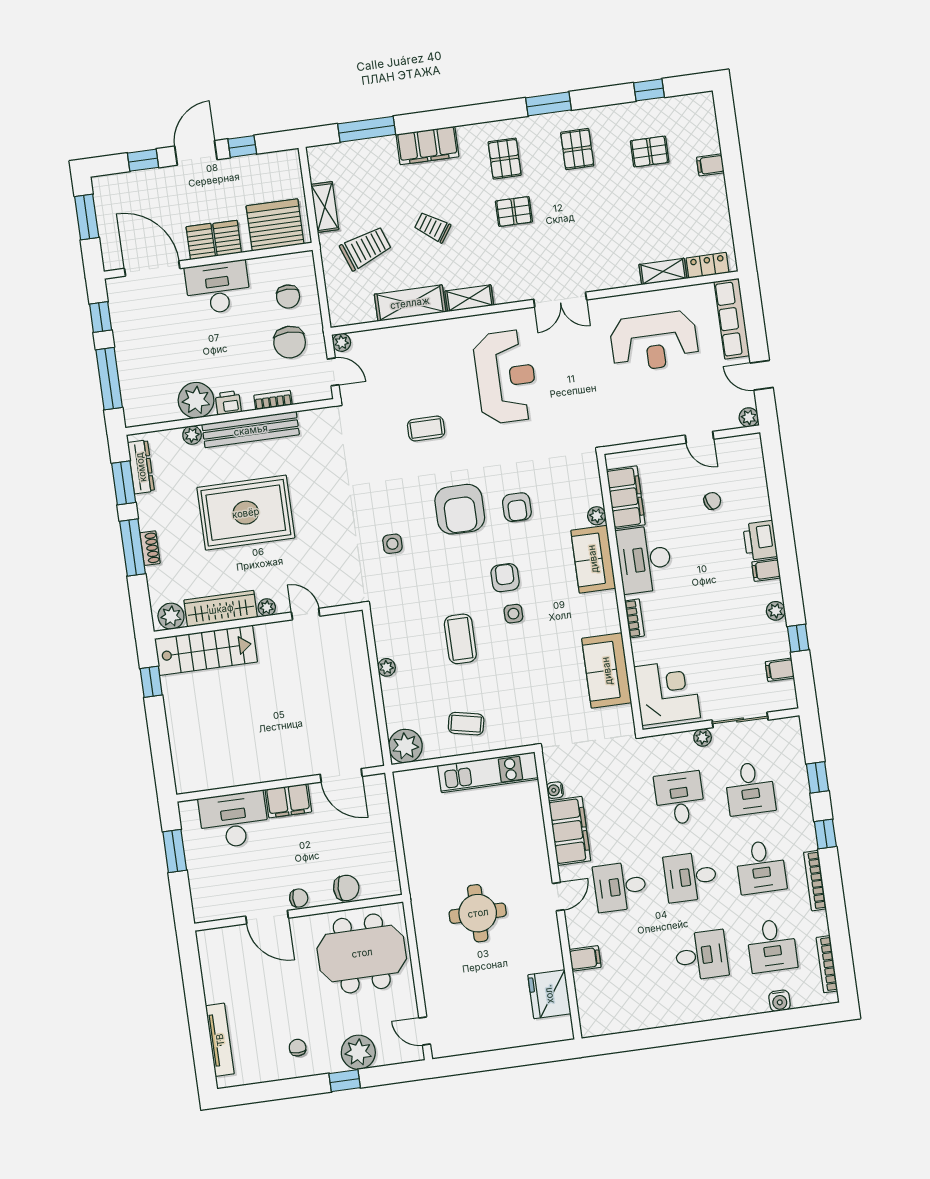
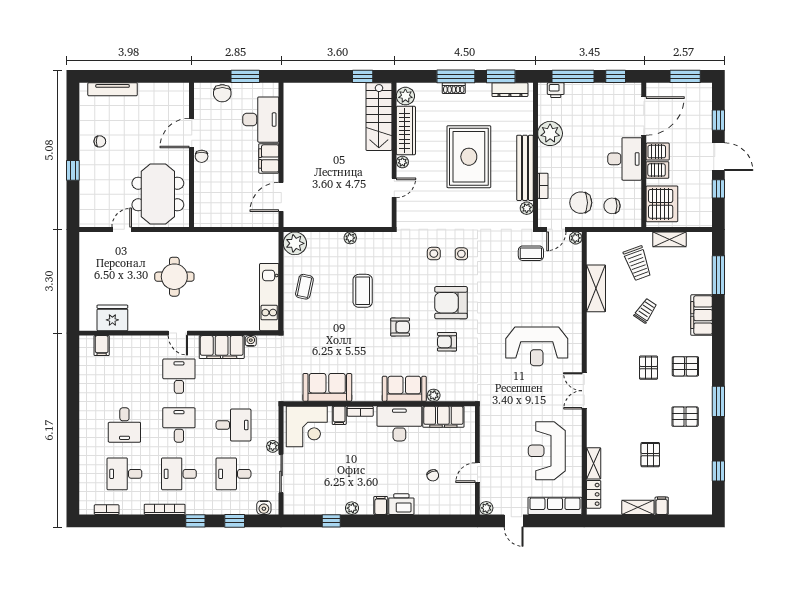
pallet: (650, 152) -> (650, 455), moved
shelving: (469, 298) -> (638, 507), moved, turned 90
door: (762, 375) -> (514, 521), swing flipped
printer: (228, 403) -> (556, 90), moved, turned 90
coffee table: (426, 429) -> (531, 253), moved, turned 90
plant: (192, 435) -> (527, 208), moved
side table: (513, 614) -> (461, 254), moved
coffee table: (460, 639) -> (363, 291), turned 90
filing cabinet: (780, 670) -> (339, 415), moved, turned 180
chair: (346, 888) -> (222, 93), moved
filing cabinet: (585, 958) -> (102, 346), moved
bookcase: (827, 964) -> (107, 510), width x0.64
water cooler: (780, 1001) -> (264, 508), moved, turned -90
door: (425, 1031) -> (122, 229), moved
plant: (358, 1052) -> (91, 182), removed

